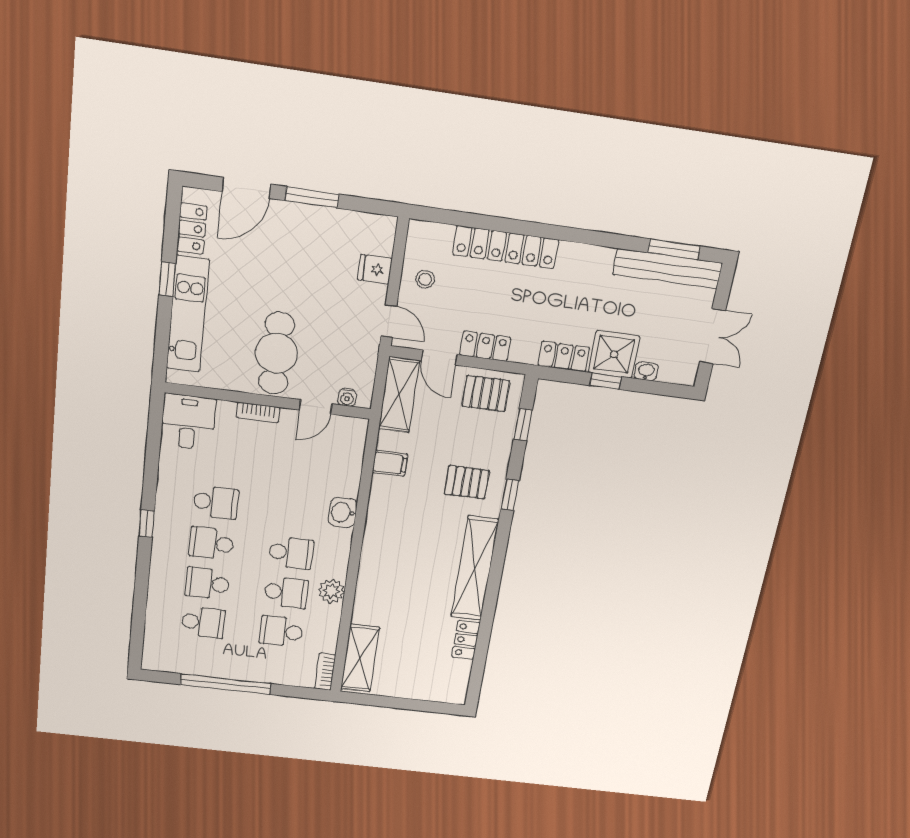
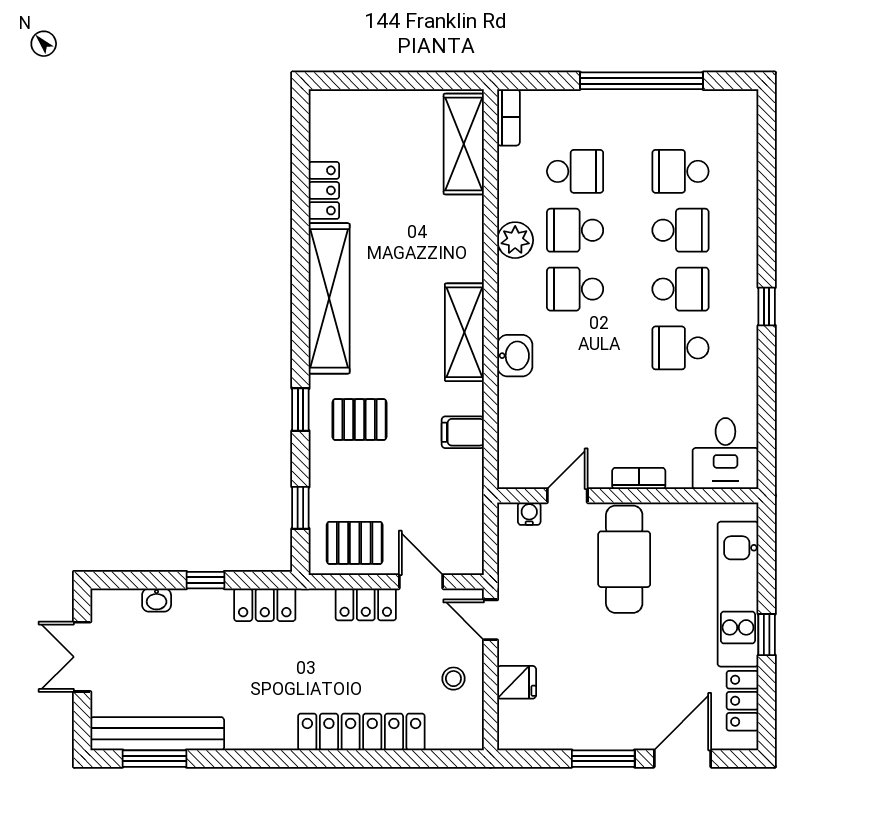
shower: (614, 354) -> (202, 616), removed
shelving: (399, 395) -> (464, 332), moved

